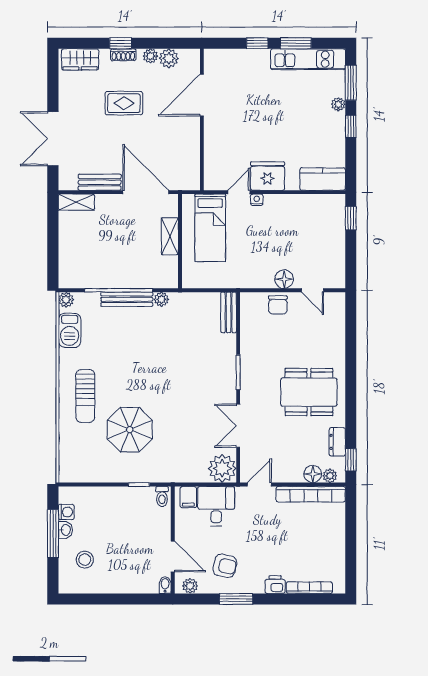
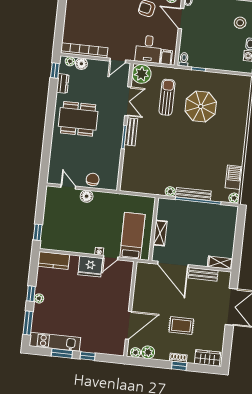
plant: (150, 56) -> (135, 353), moved
plant: (338, 104) -> (39, 298), moved
bench: (229, 312) -> (131, 132), moved
sun lounger: (85, 396) -> (167, 97), moved

